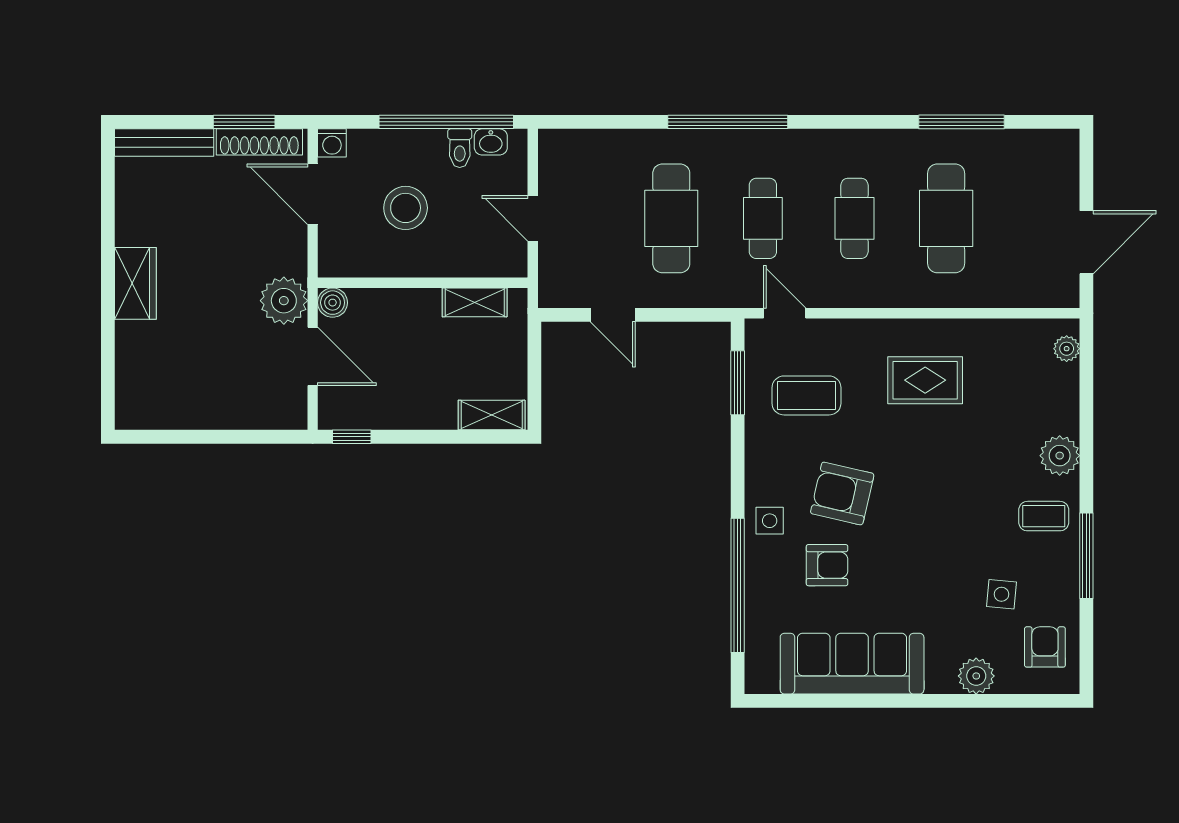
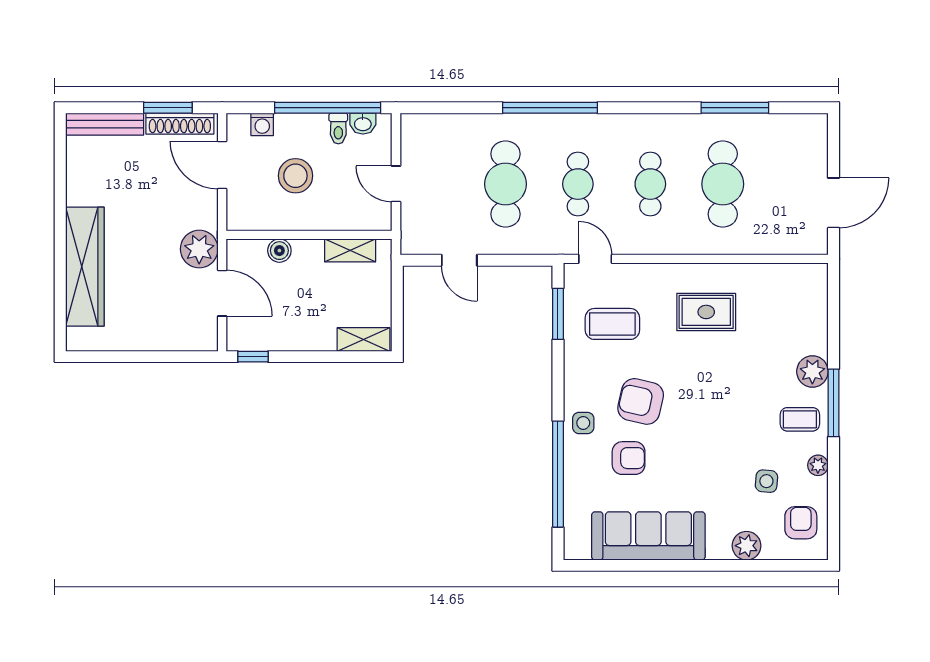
washing machine: (332, 143) -> (262, 124), moved
wardrobe: (135, 283) -> (85, 267), width x2.10, depth x1.17
boiler: (333, 303) -> (279, 251), moved
plant: (1067, 349) -> (818, 465), moved
window: (1086, 556) -> (834, 403), moved

